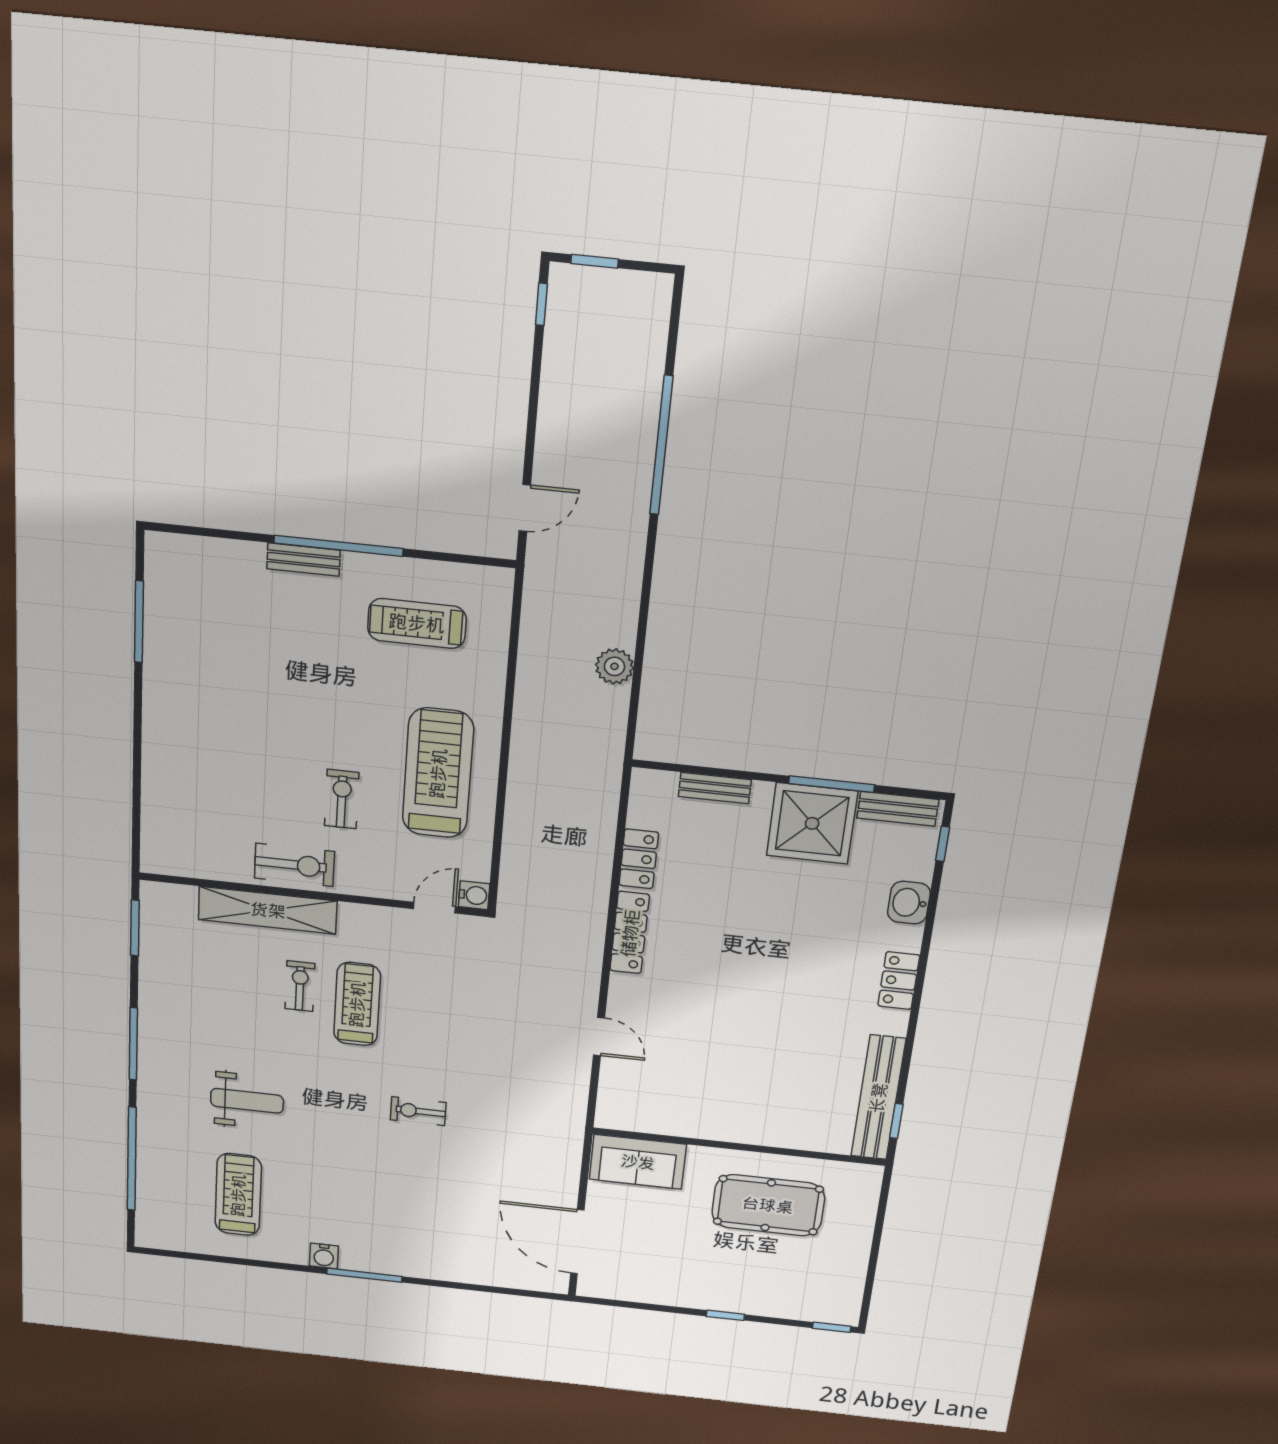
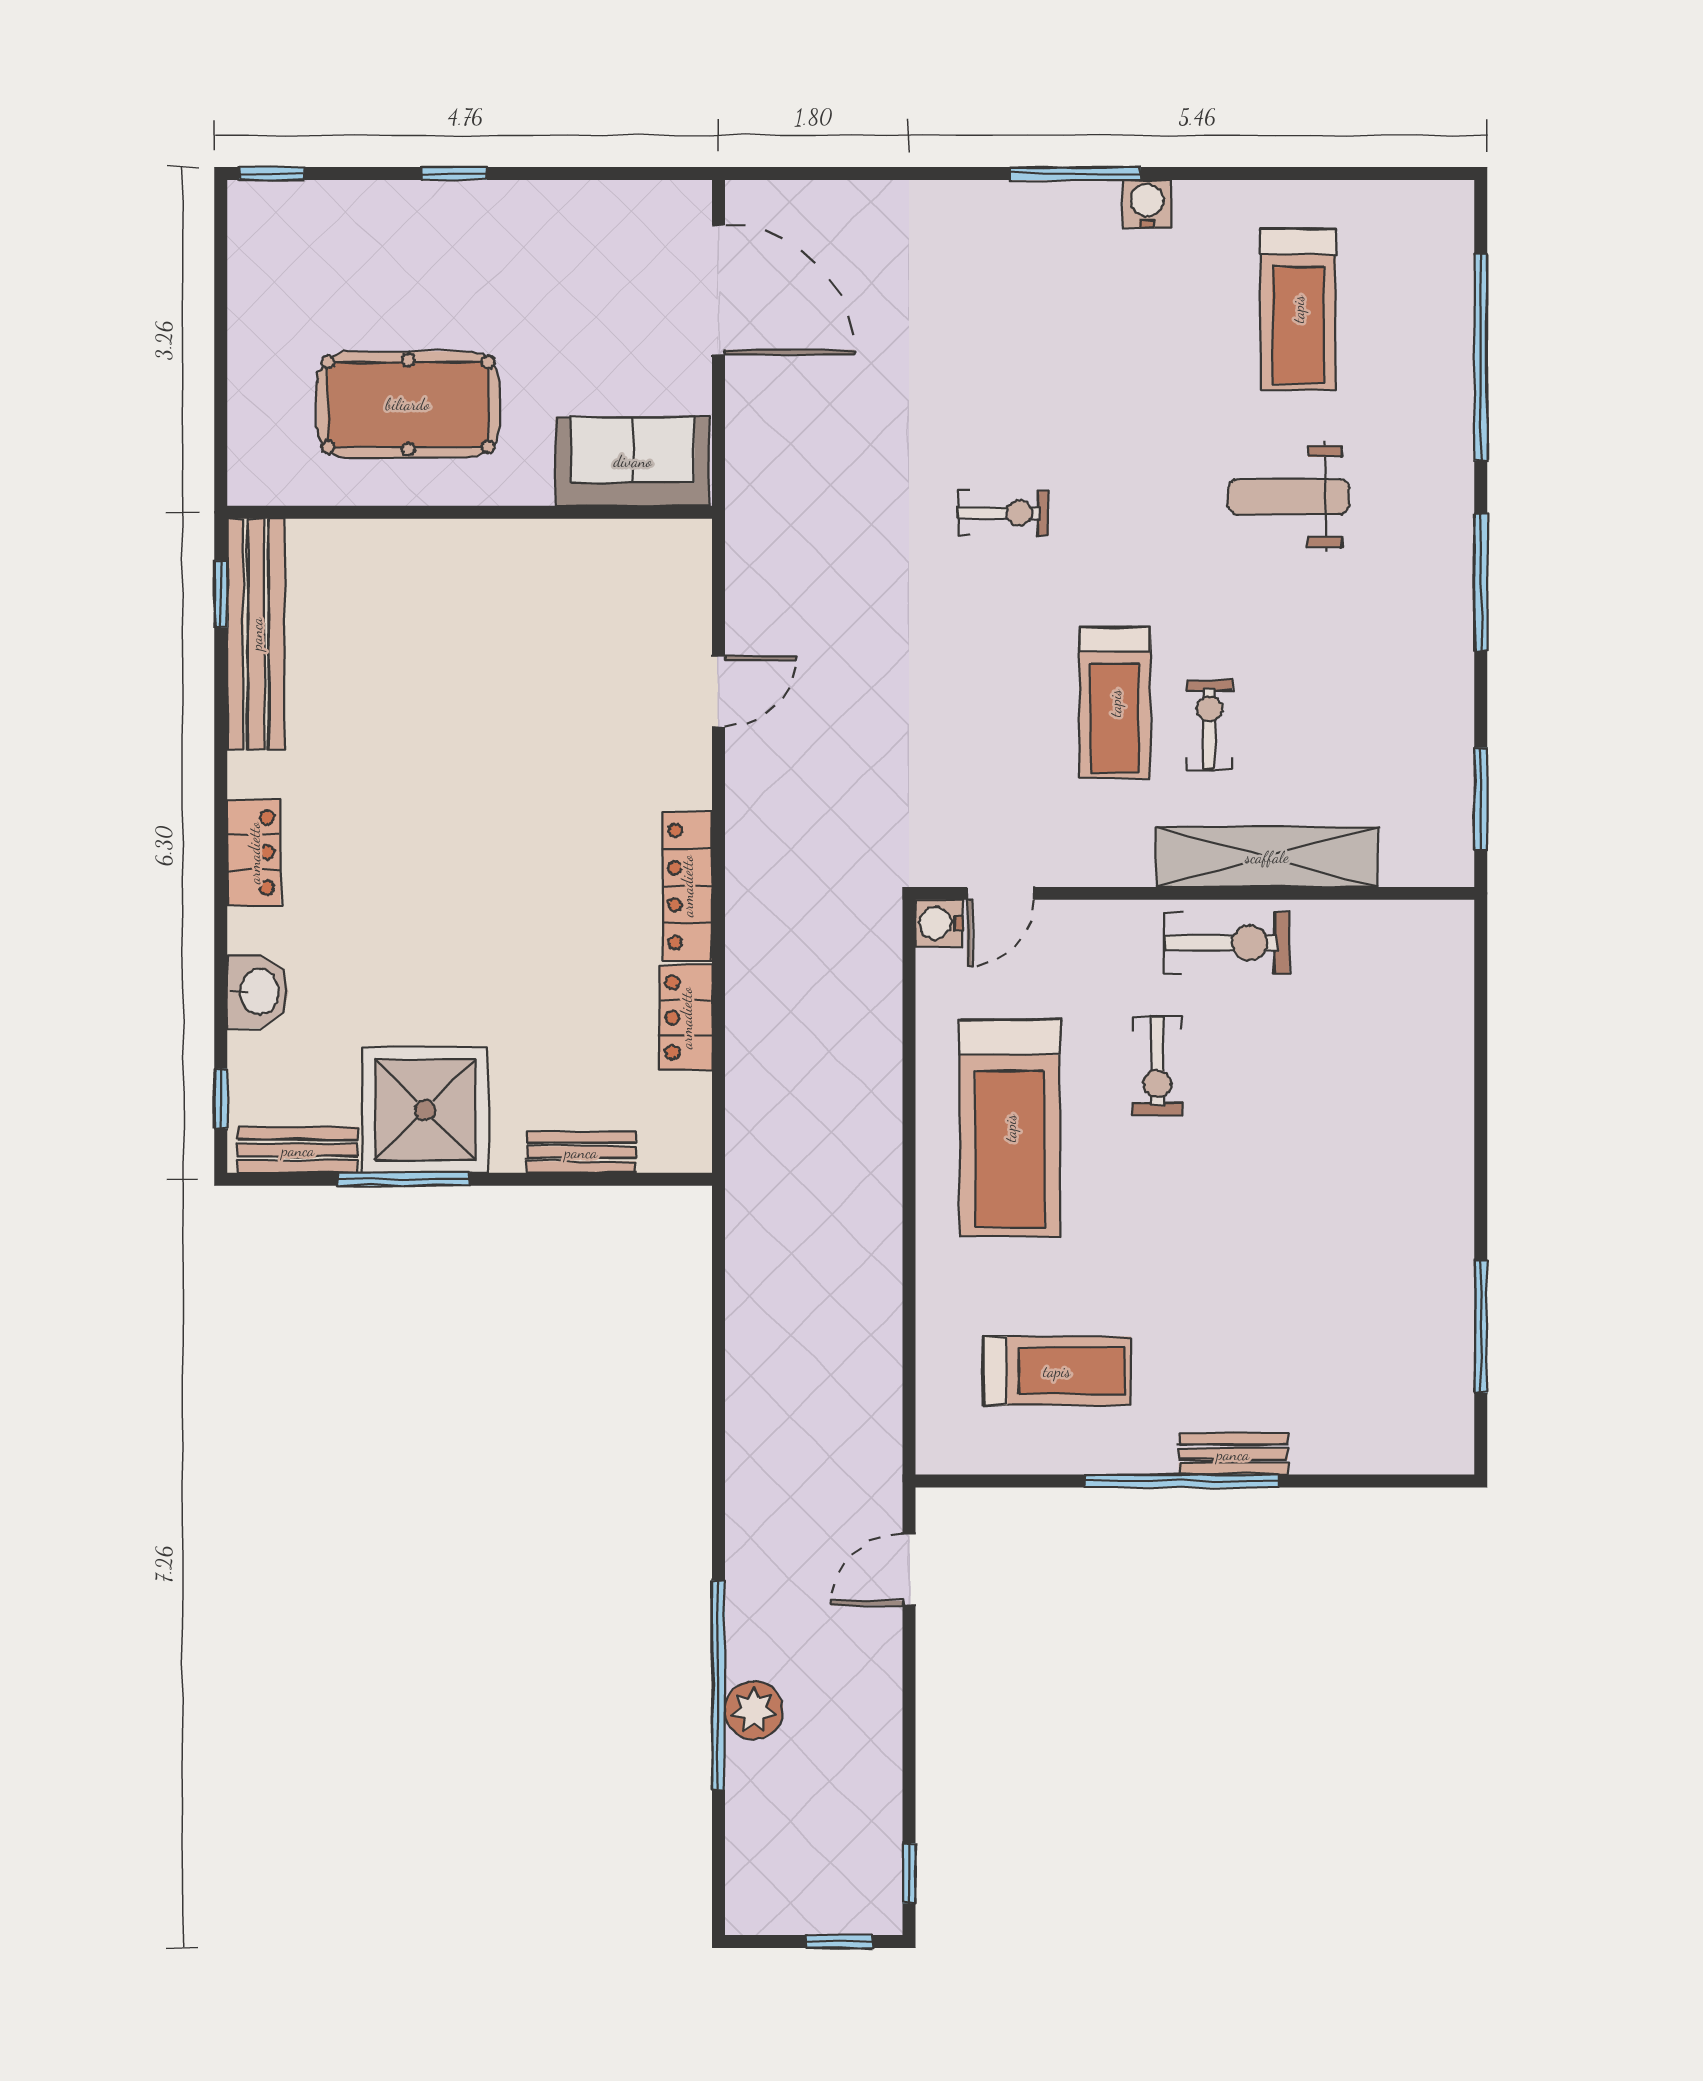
plant: (614, 666) -> (754, 1710), moved
exercise bike: (294, 865) -> (1227, 943), turned 180
exercise bike: (300, 986) -> (1209, 725), turned 180
door: (599, 1036) -> (718, 692), swing flipped

